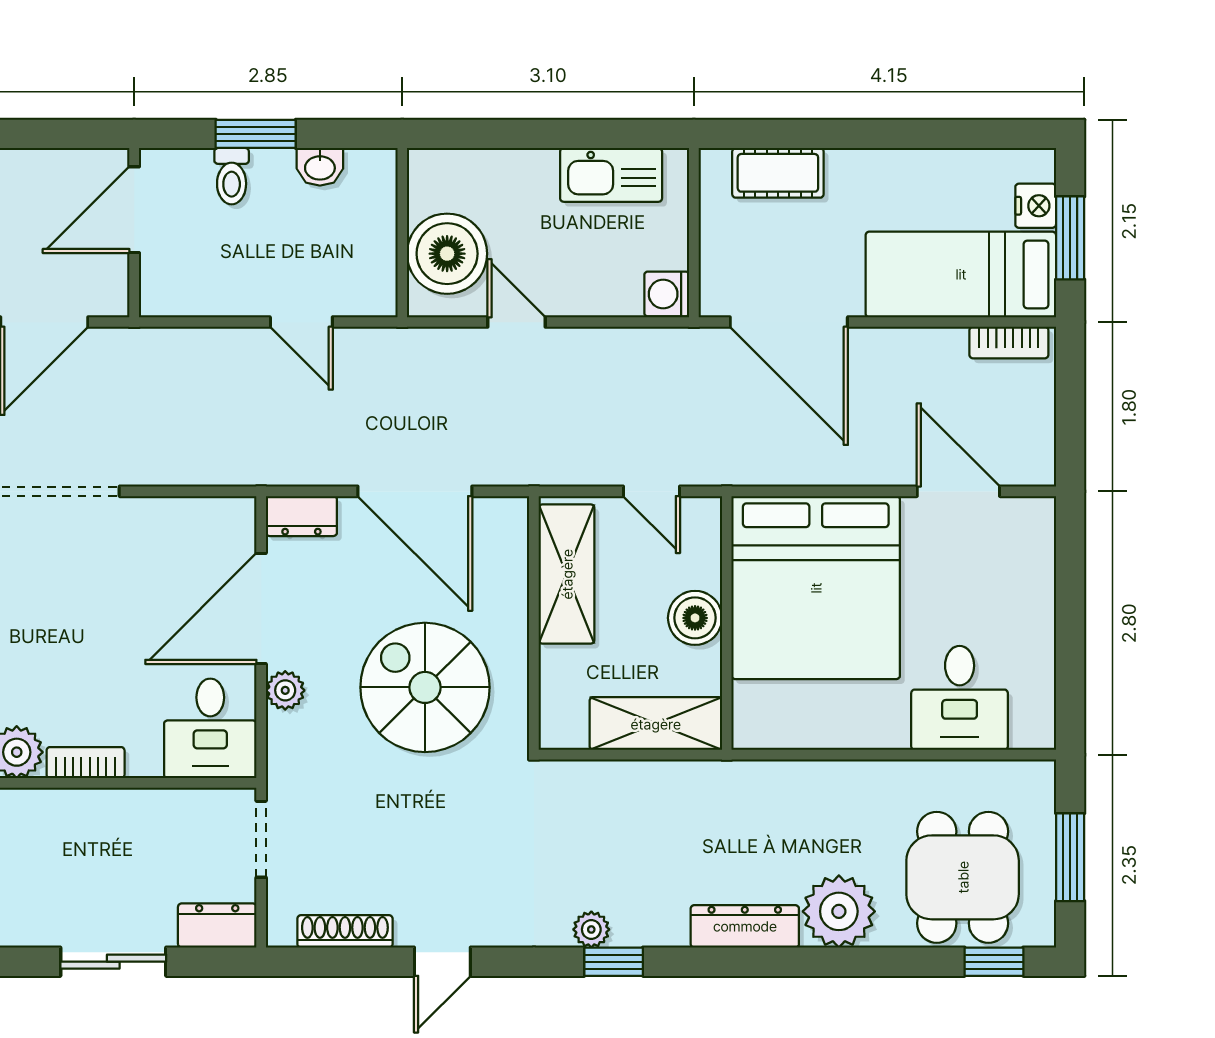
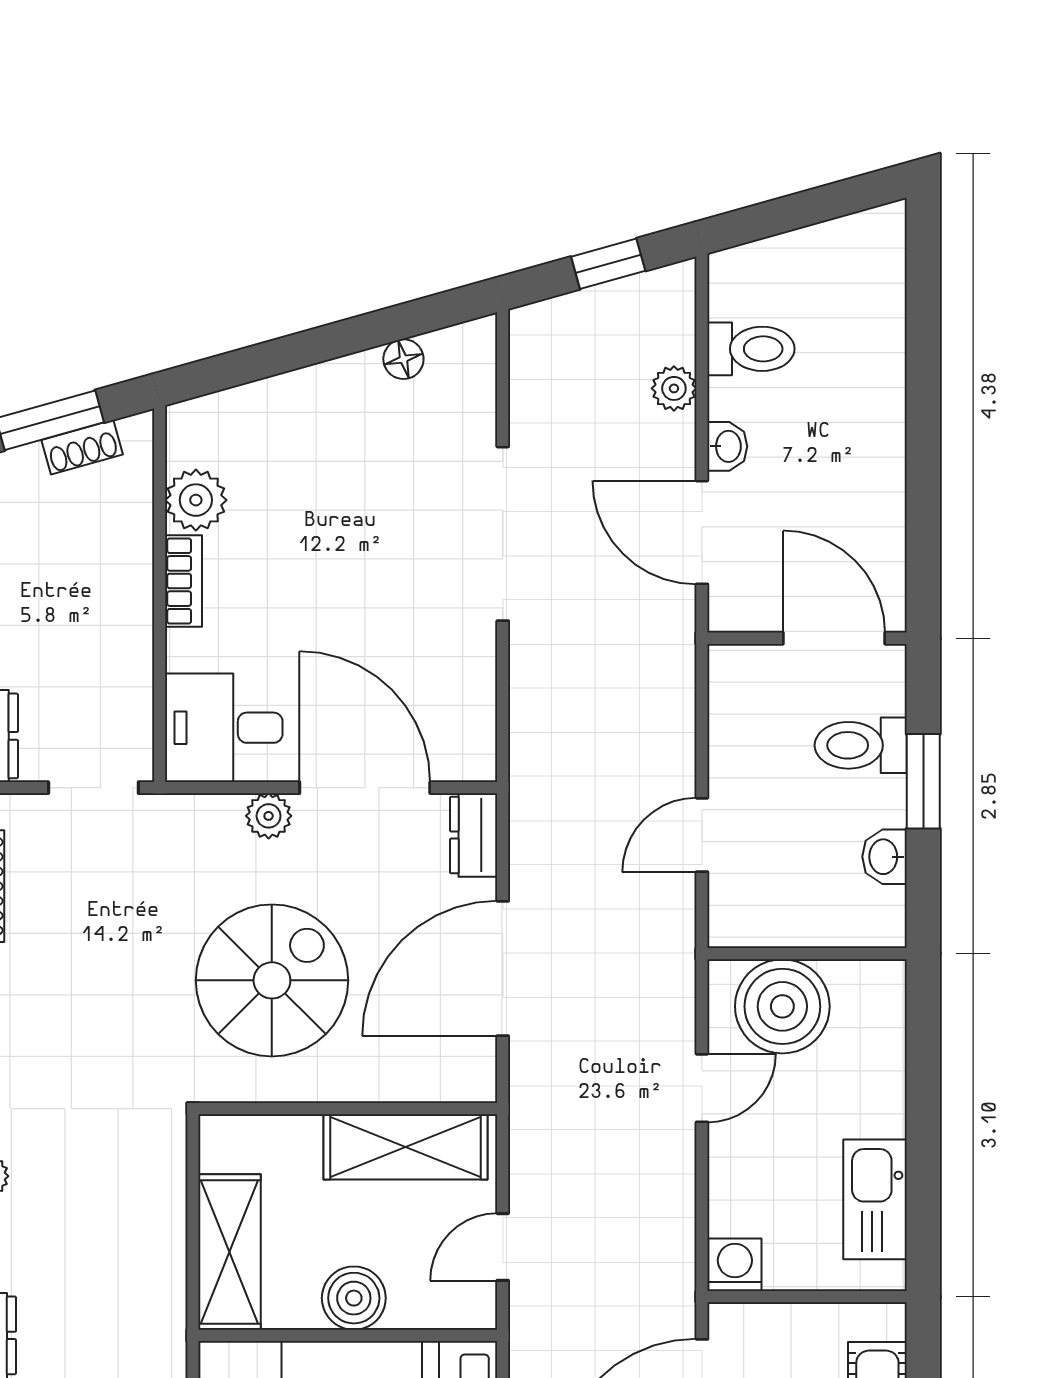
toilet: (232, 176) -> (861, 745), width x1.37, depth x1.39

